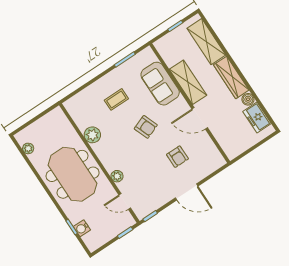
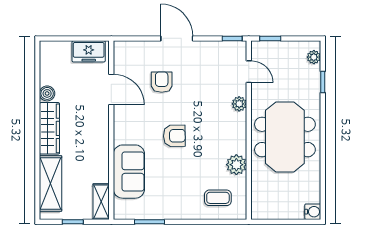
shelving: (188, 82) -> (101, 202), moved, width x0.67, depth x0.75
coffee table: (116, 99) -> (218, 198), moved
freezer: (257, 117) -> (89, 51), moved, turned 90
door: (200, 118) -> (111, 90), moved
armchair: (146, 127) -> (174, 136), turned 110
plant: (28, 148) -> (314, 57), moved
water cooler: (82, 228) -> (313, 212), moved

